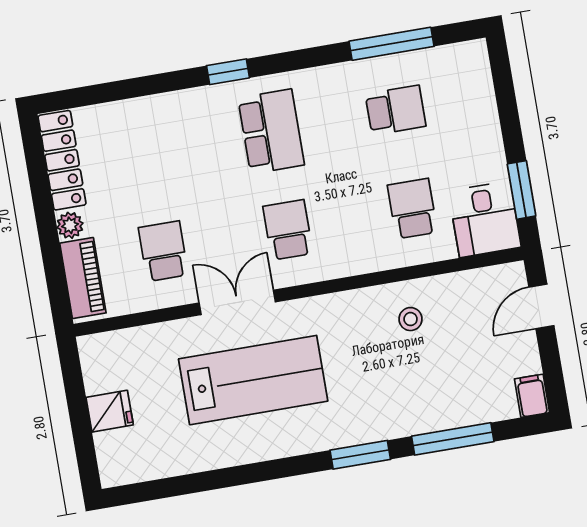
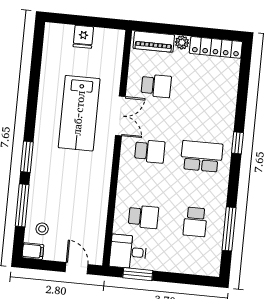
school desk: (271, 131) -> (202, 156), turned 180
stool: (411, 319) -> (42, 229), moved

